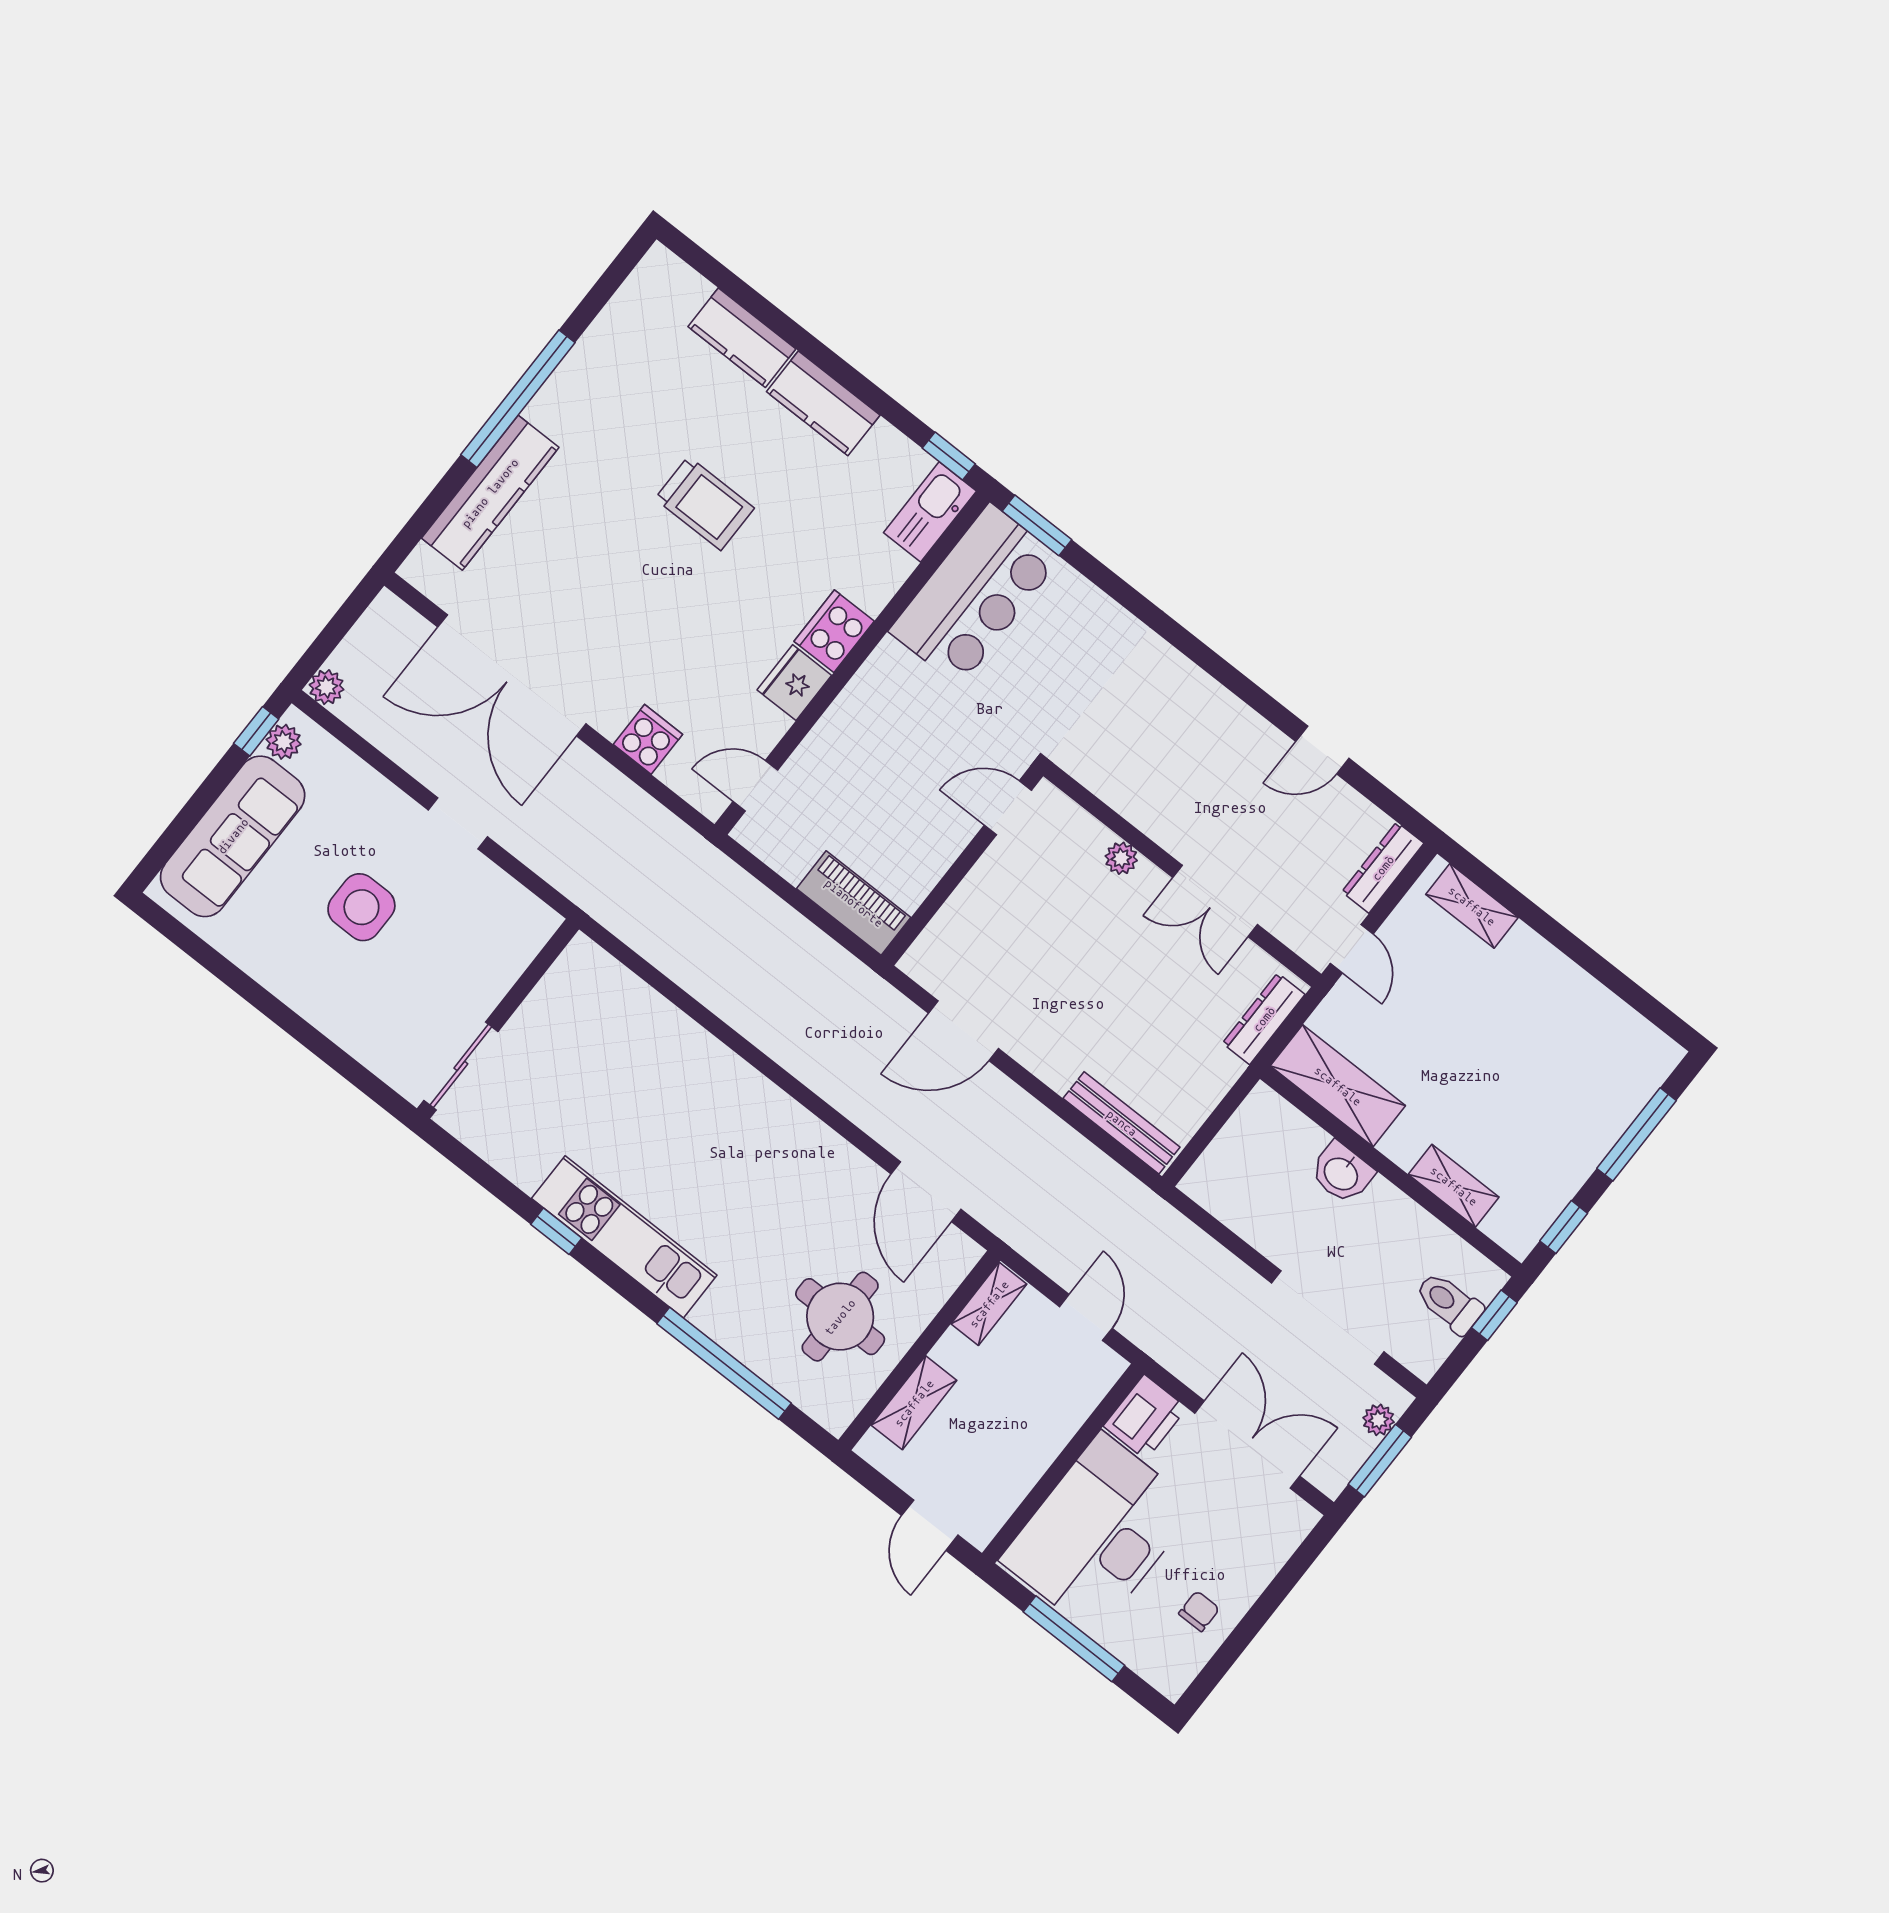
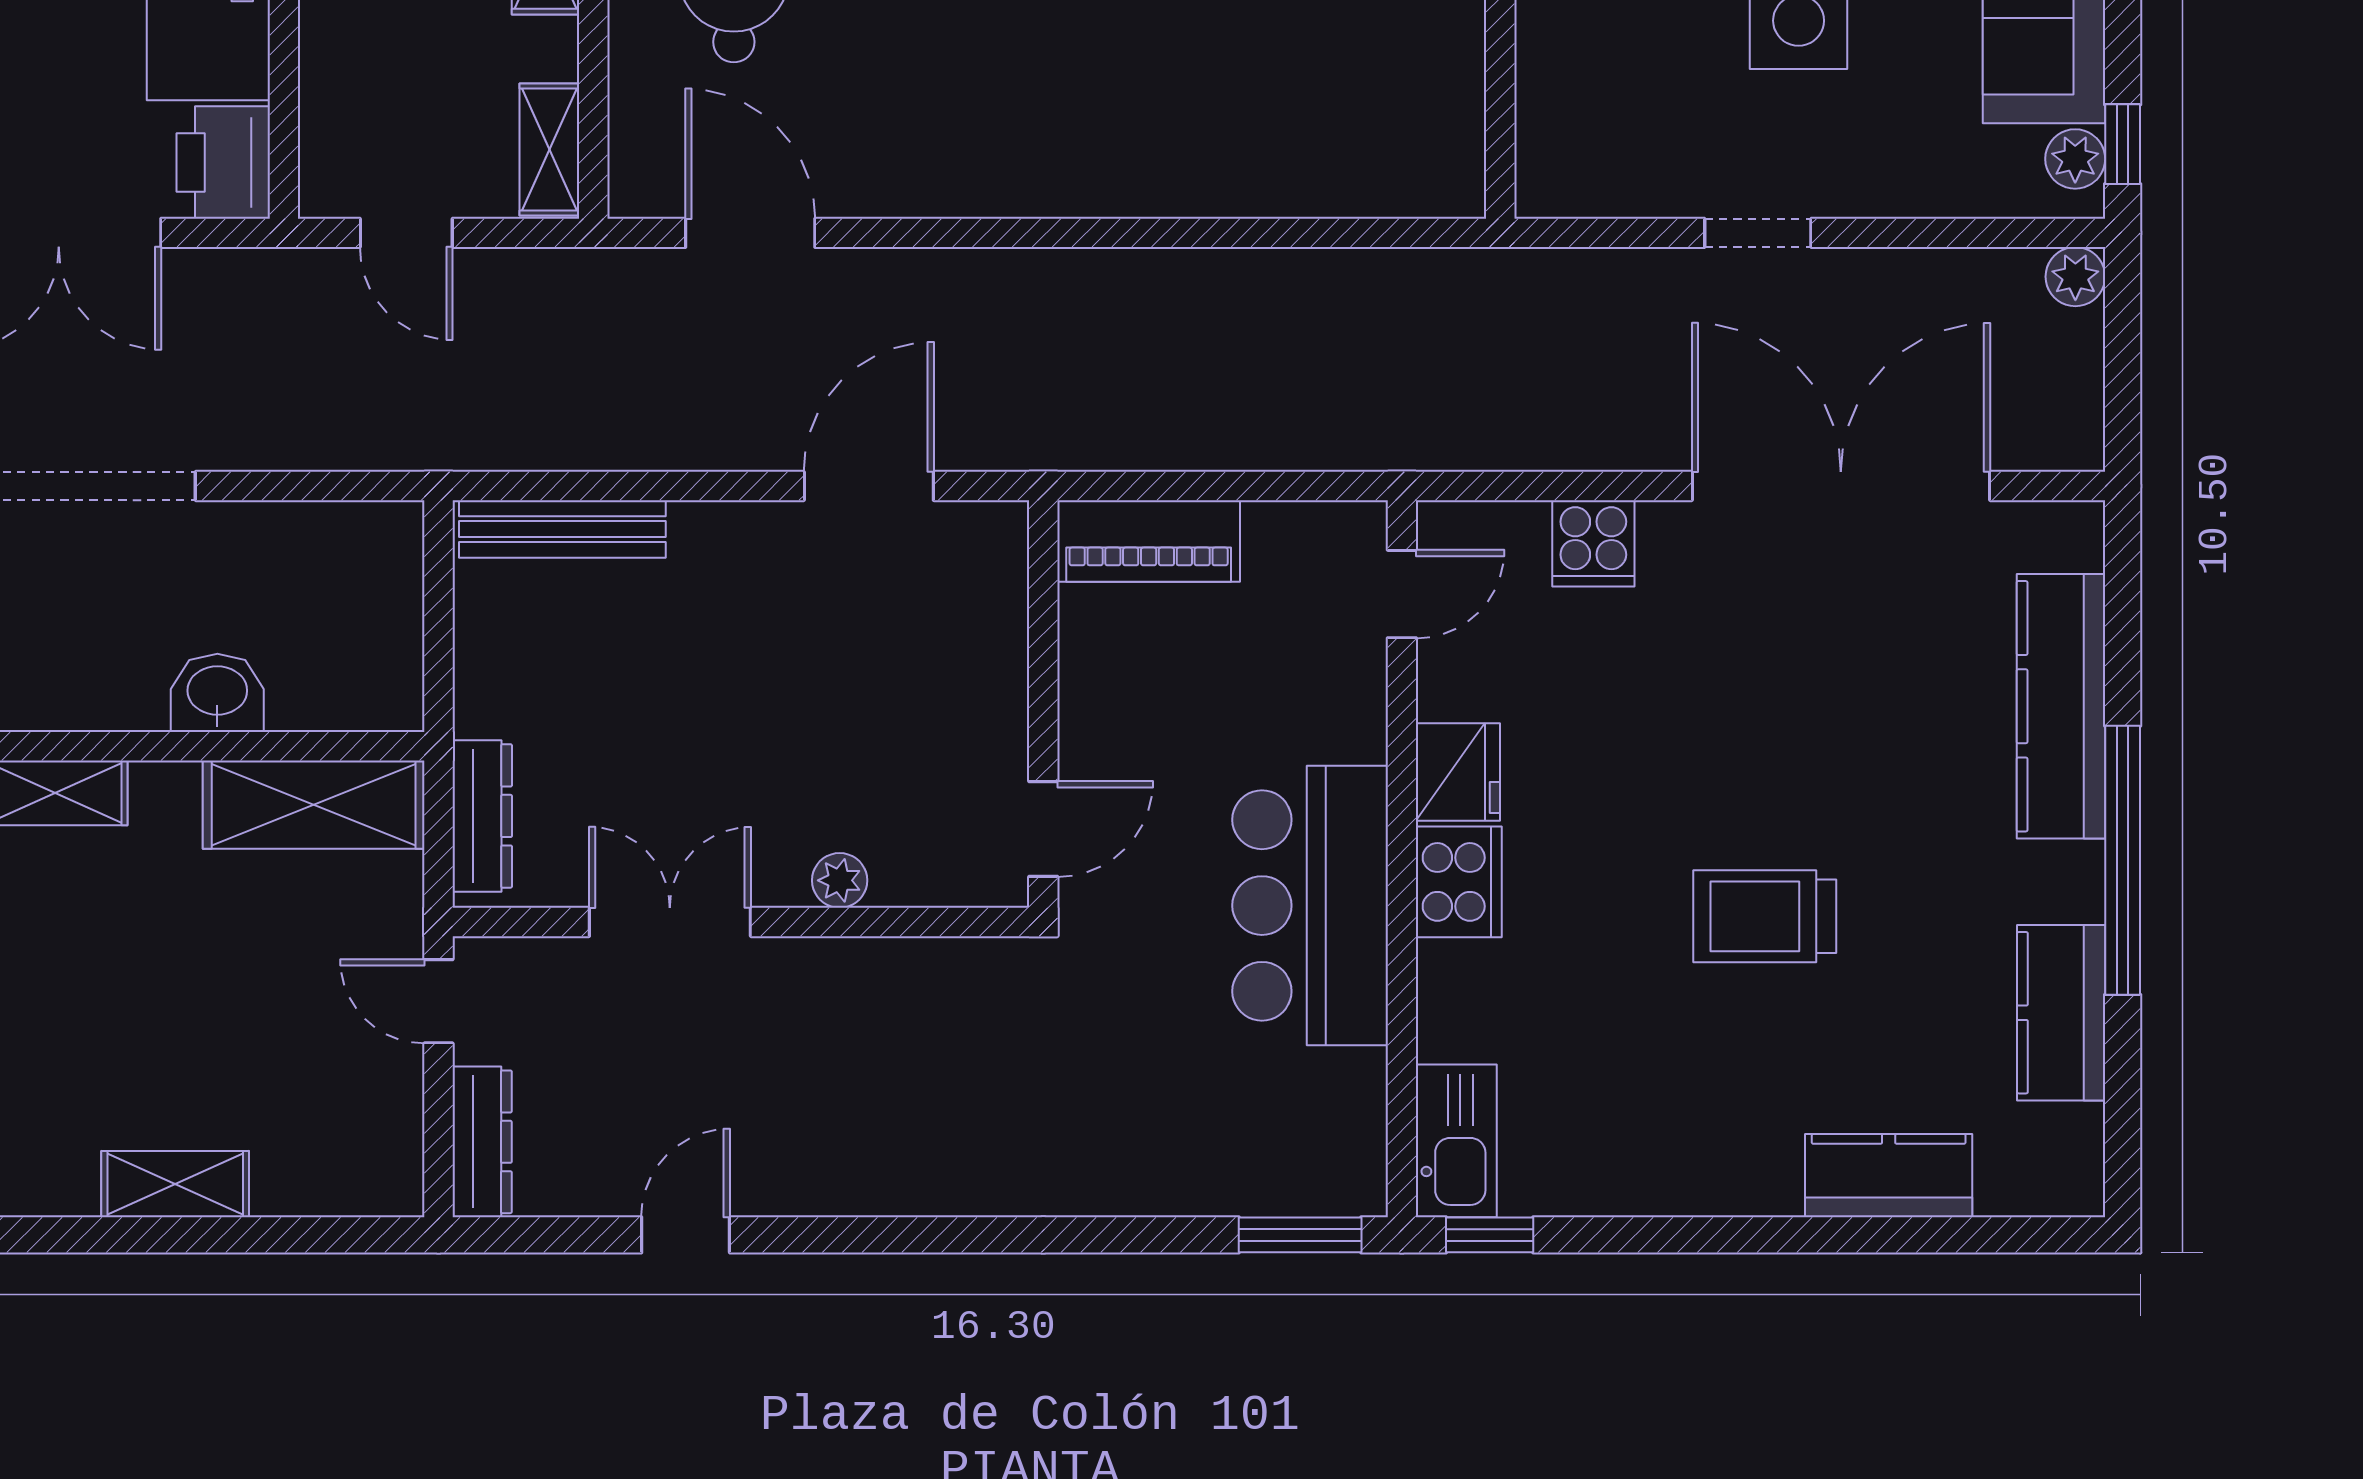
kitchen counter: (823, 403) -> (2061, 1013), moved, turned -90
bar counter: (975, 595) -> (1310, 906), moved
shelving: (1472, 906) -> (175, 1184), moved

